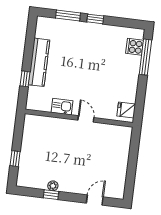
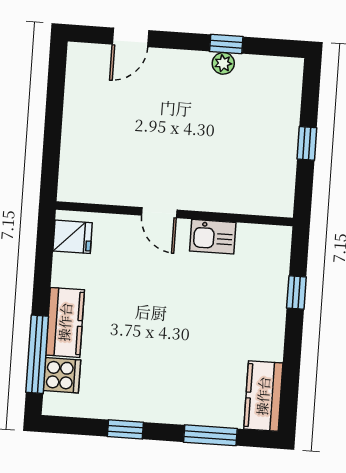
window: (95, 19) -> (125, 429), moved
kitchen counter: (39, 62) -> (263, 396), moved, width x0.67
kitchen counter: (132, 71) -> (65, 322), added
window: (15, 159) -> (307, 143), moved

